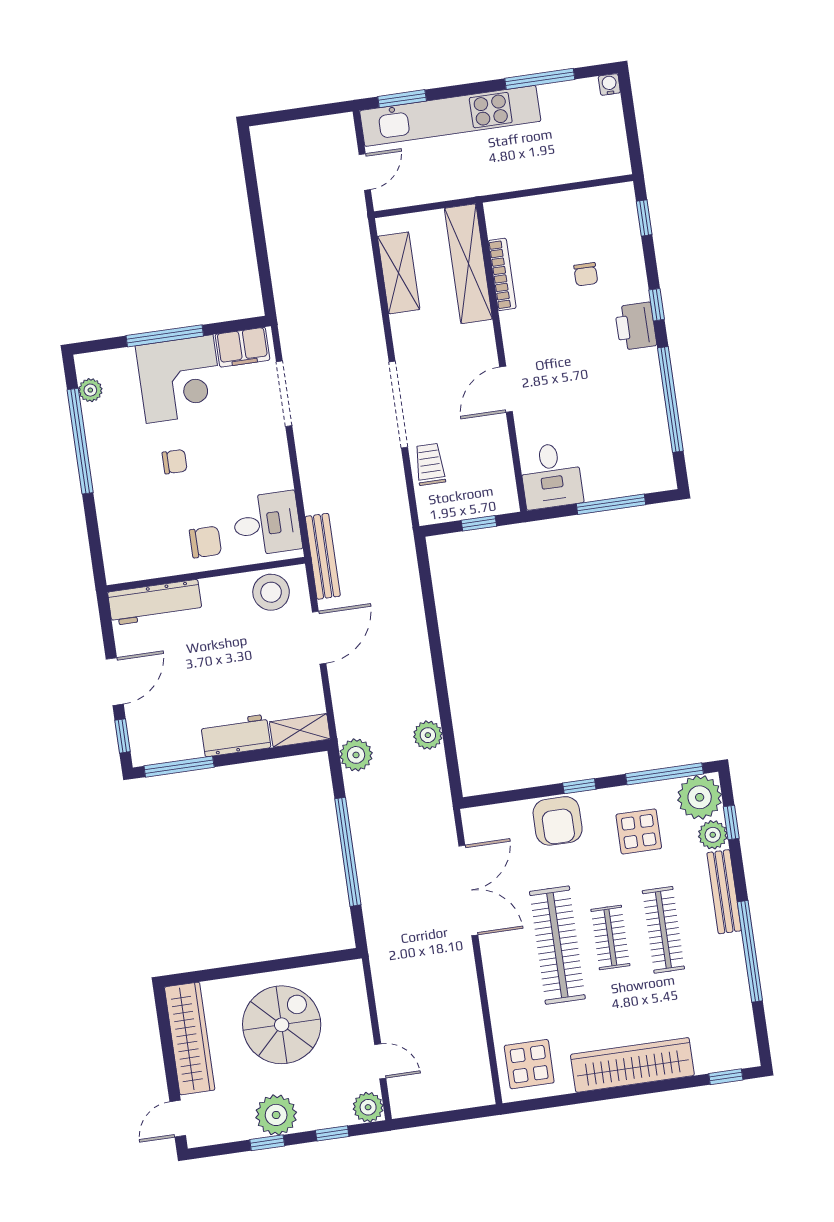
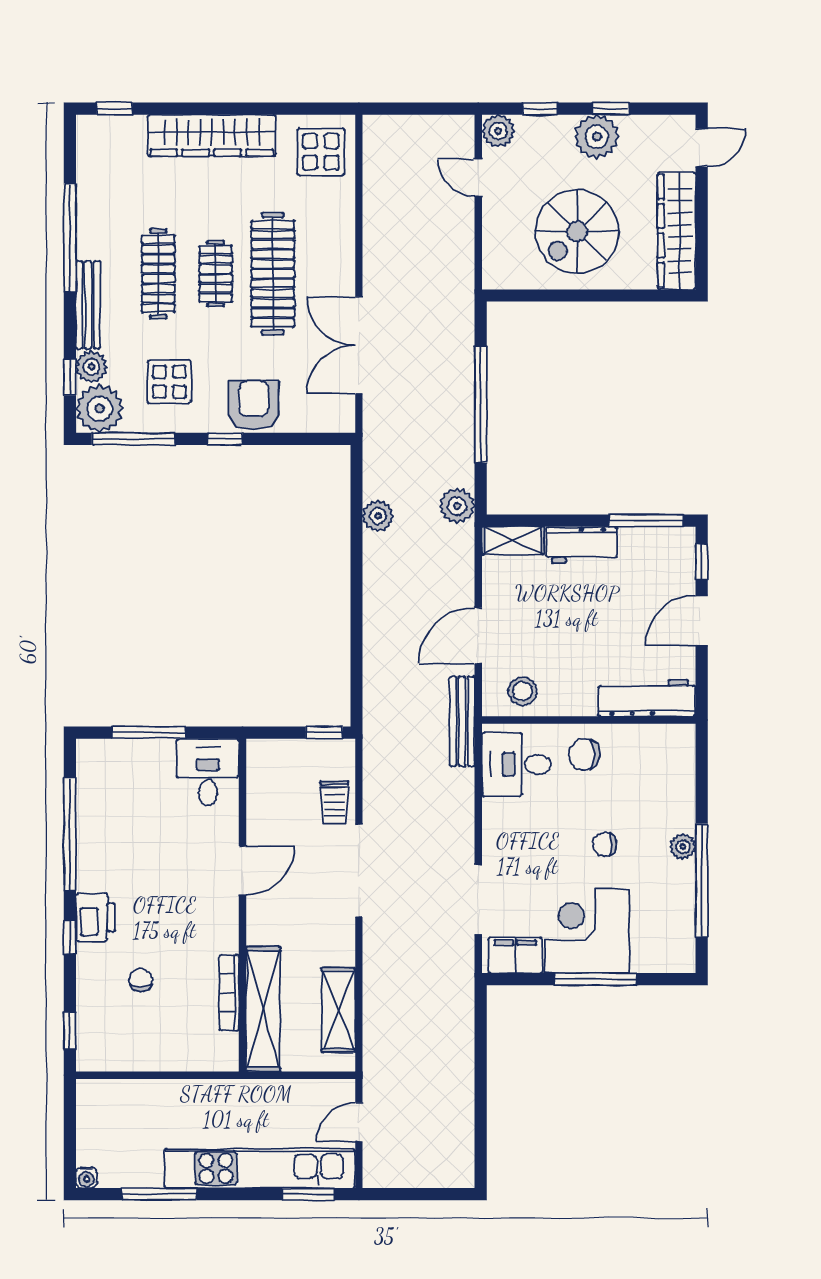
plant: (90, 390) -> (683, 847), moved
window: (479, 523) -> (324, 733), moved
stool: (271, 592) -> (522, 691), width x0.73, depth x0.73

